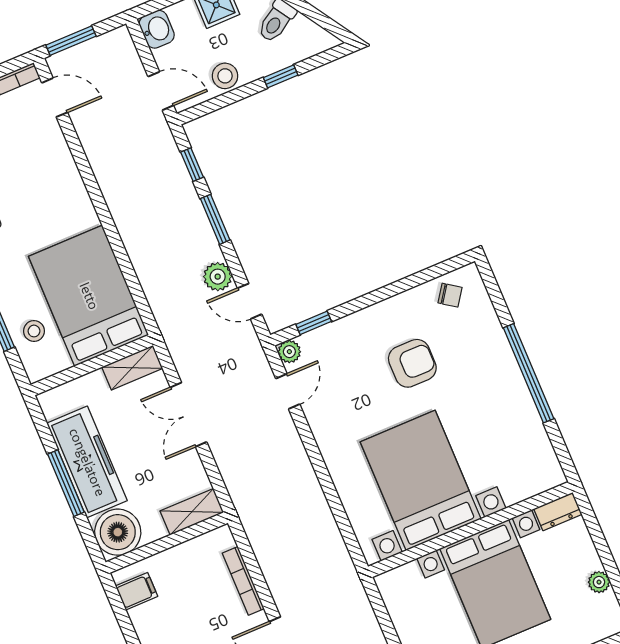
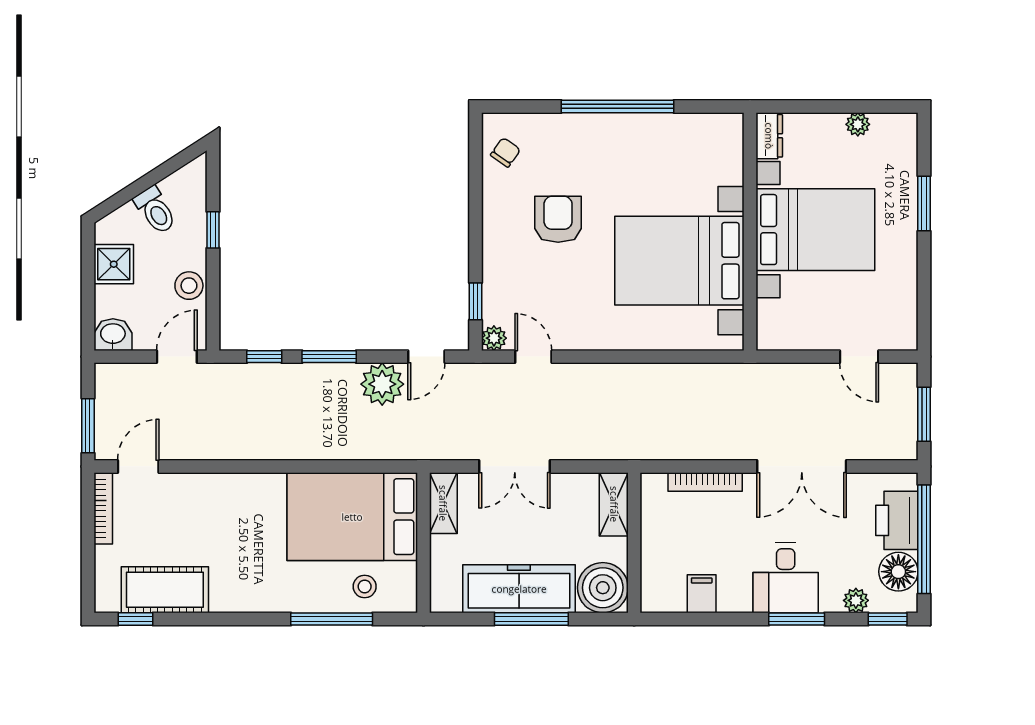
plant: (218, 277) -> (382, 384), width x1.36, depth x1.36
filing cabinet: (137, 591) -> (702, 594), moved

